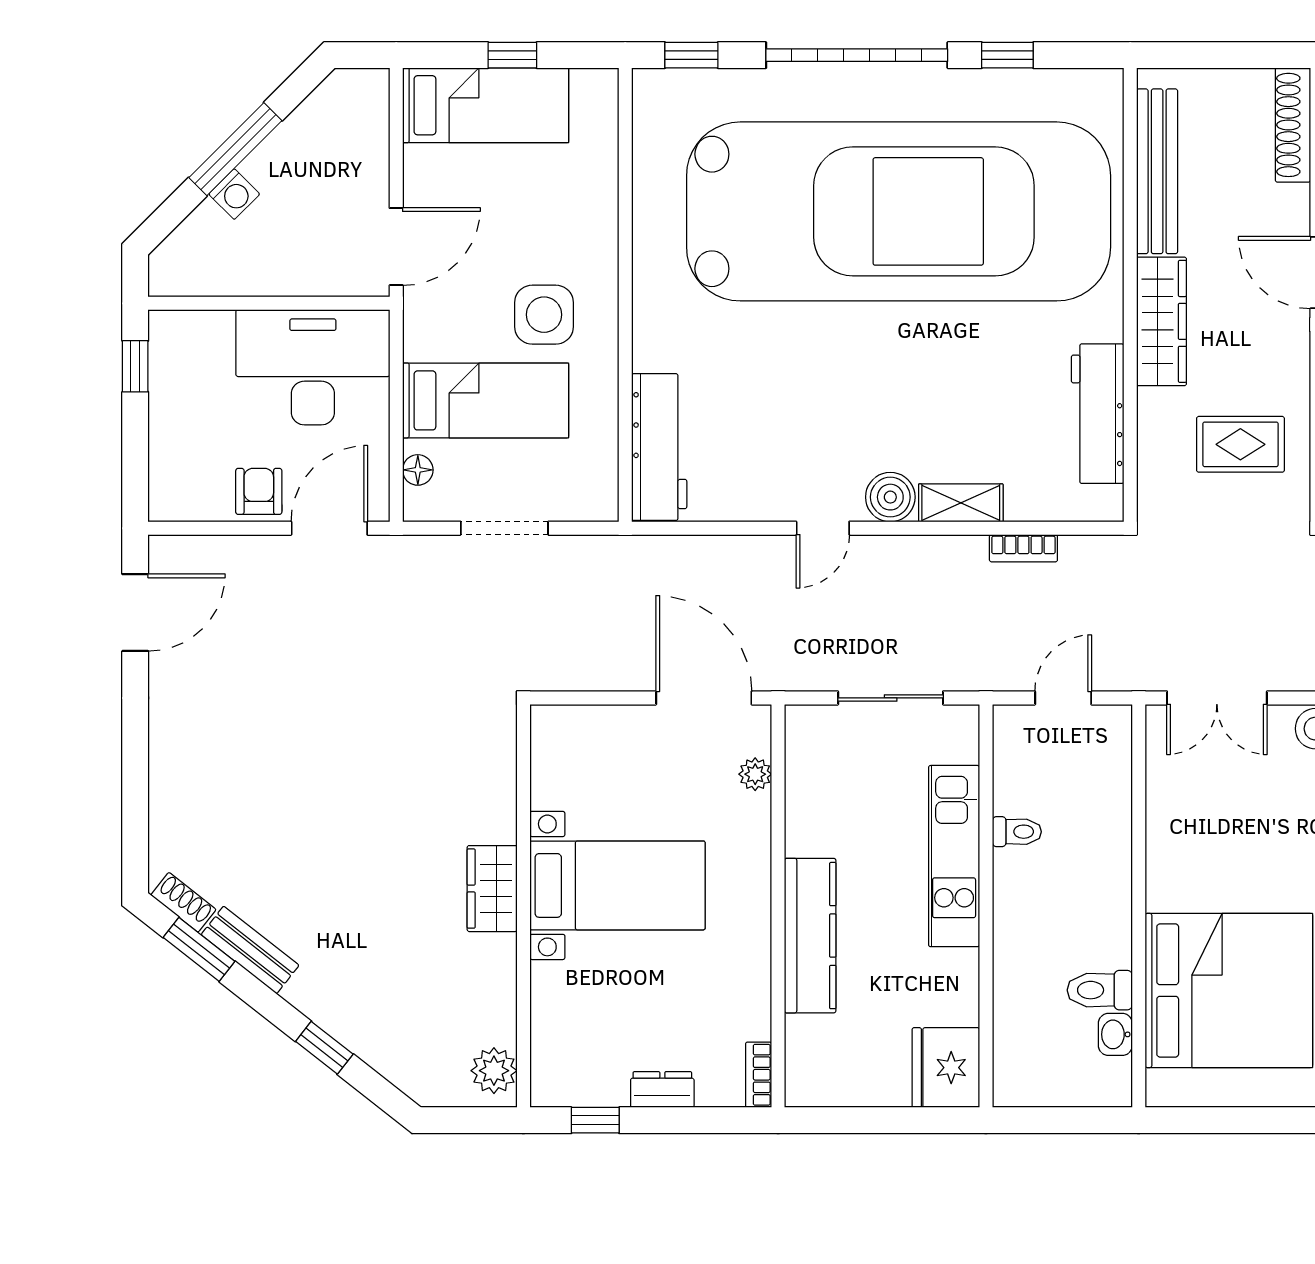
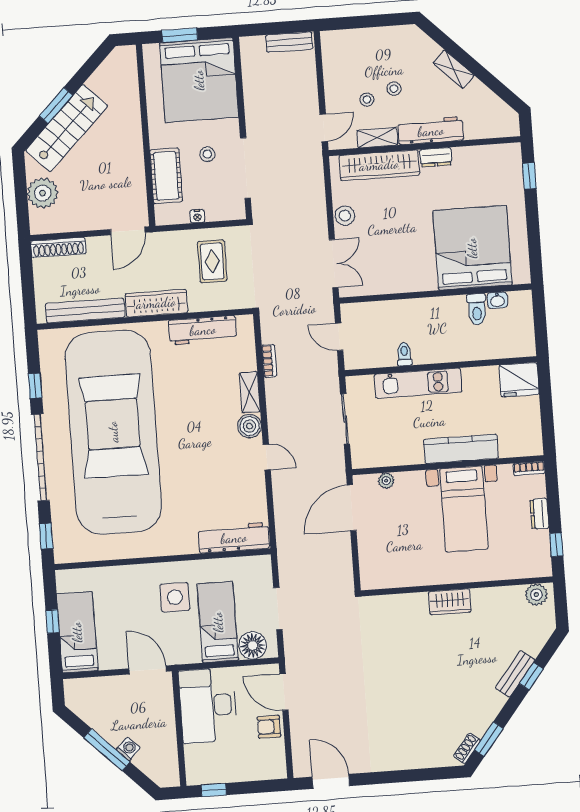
floor lamp: (418, 470) -> (253, 645), width x1.89, depth x1.89
bed with nightstands: (617, 885) -> (464, 509), moved, turned 180
bench: (250, 950) -> (515, 674), moved

